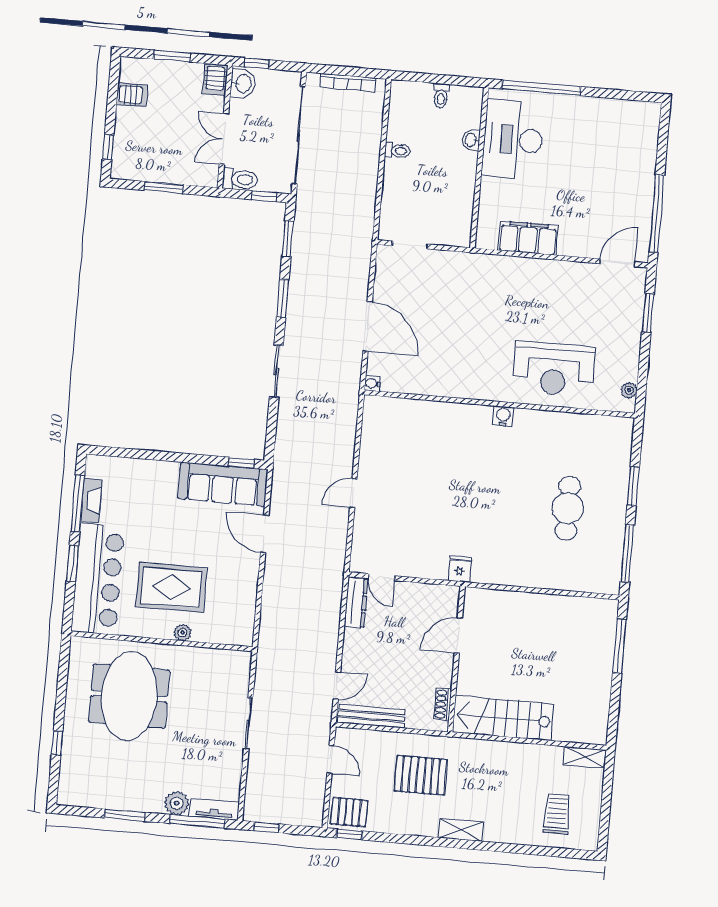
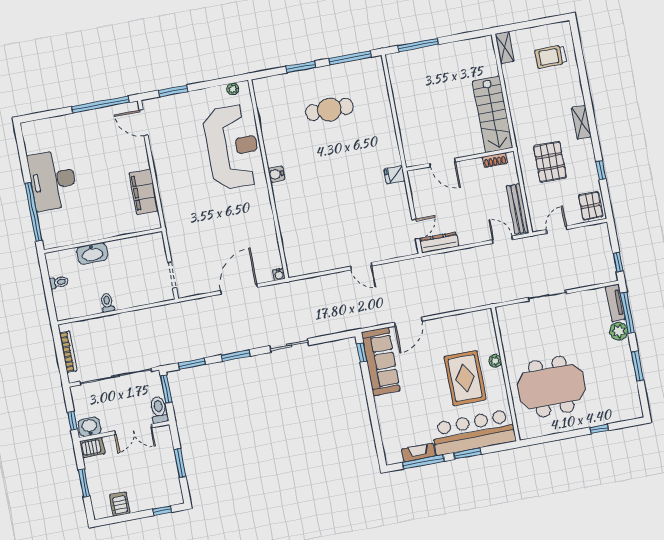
washbasin: (471, 140) -> (92, 253), width x1.91, depth x1.45
desk: (513, 140) -> (53, 180), moved, turned 90
window: (264, 196) -> (166, 389), width x1.50
reception desk: (554, 369) -> (232, 147), width x1.36, depth x1.30
window: (349, 834) -> (601, 170), moved

